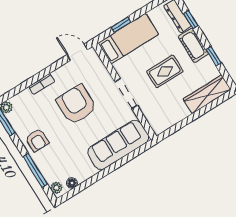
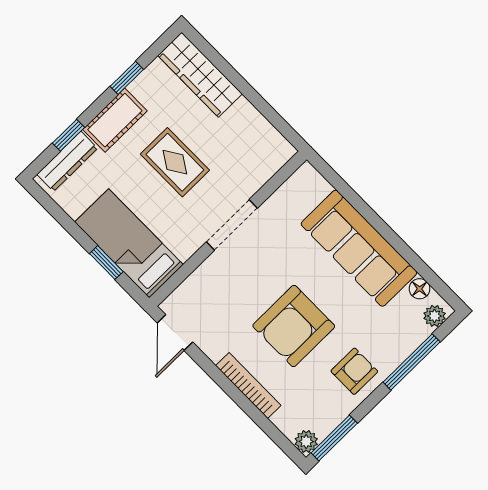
bookcase: (42, 84) -> (248, 385), width x1.56
armchair: (76, 104) -> (294, 326), moved
sofa: (118, 145) -> (359, 248), moved

